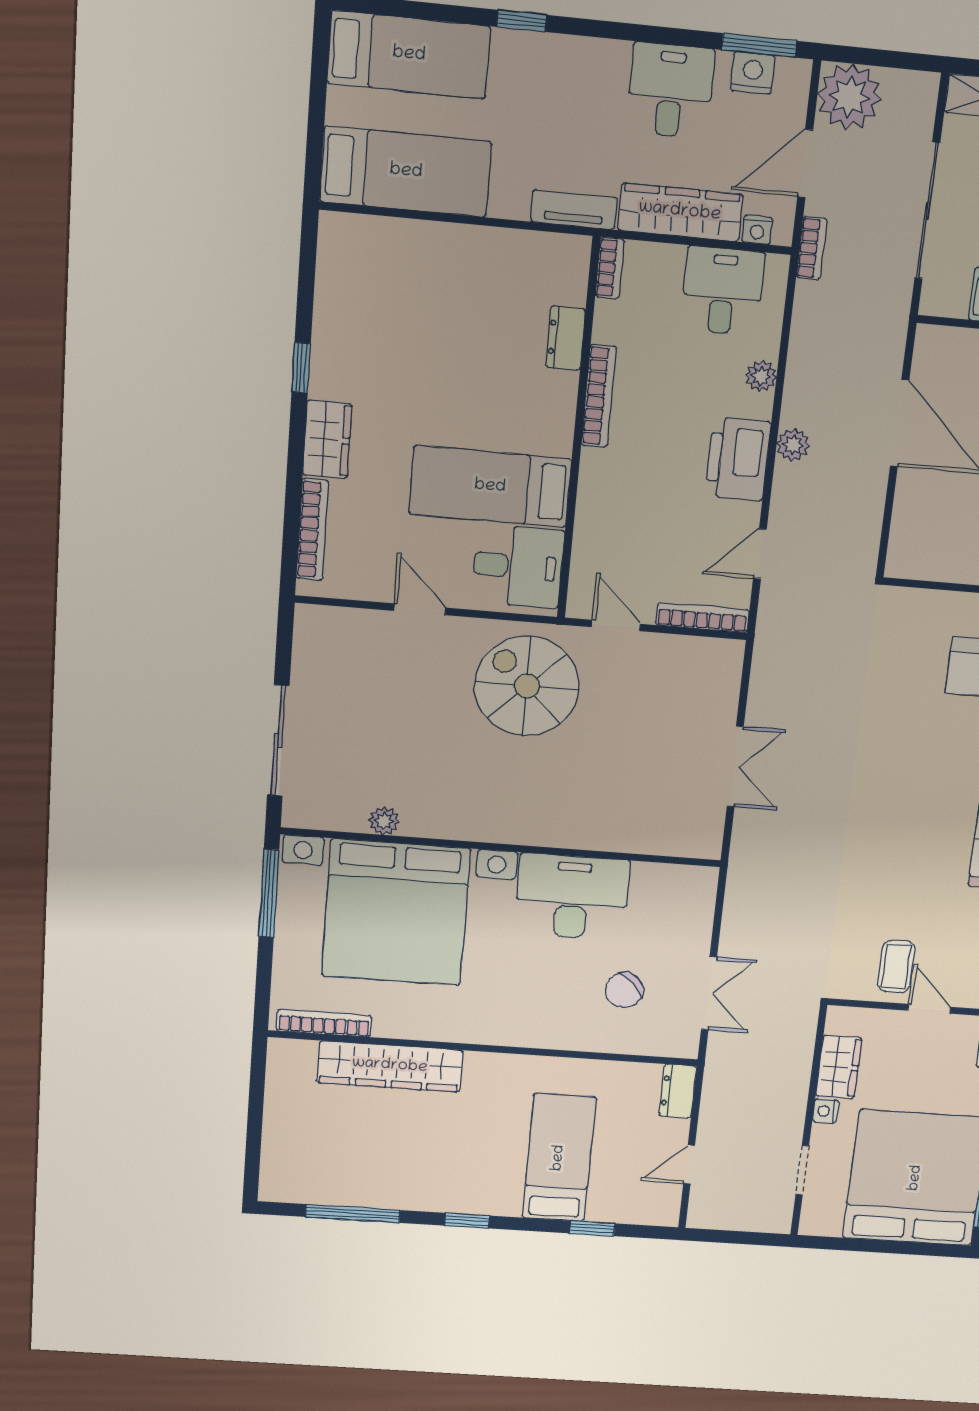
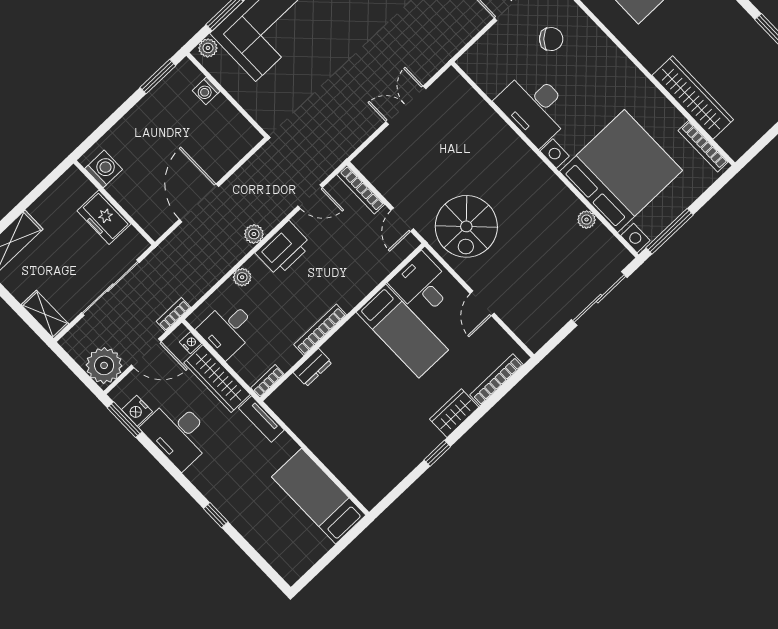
bed: (409, 55) -> (275, 542), removed
desk: (670, 91) -> (178, 433), width x1.37

